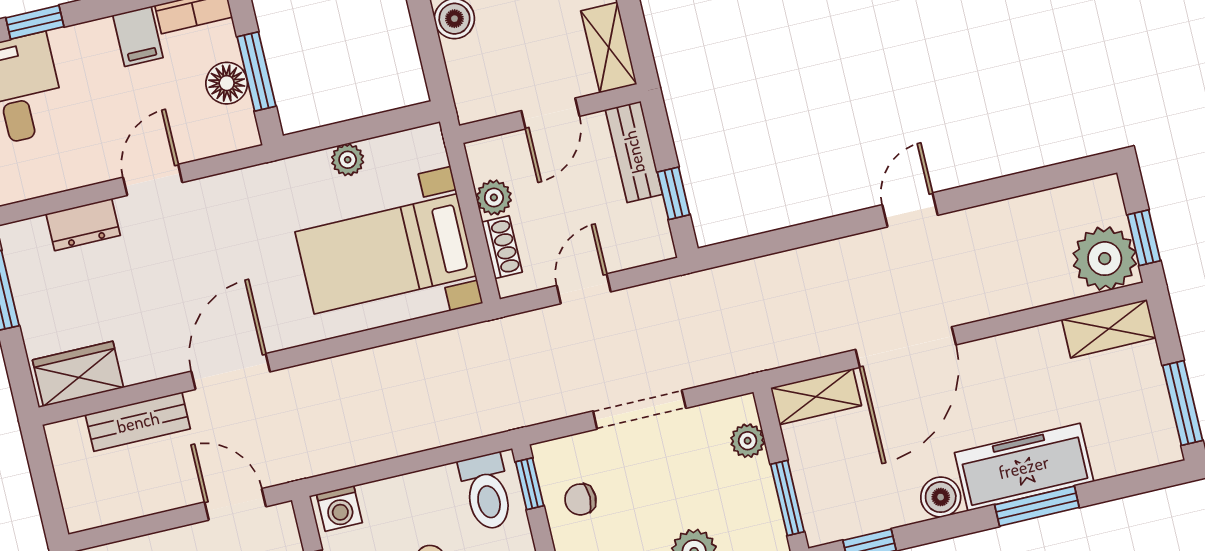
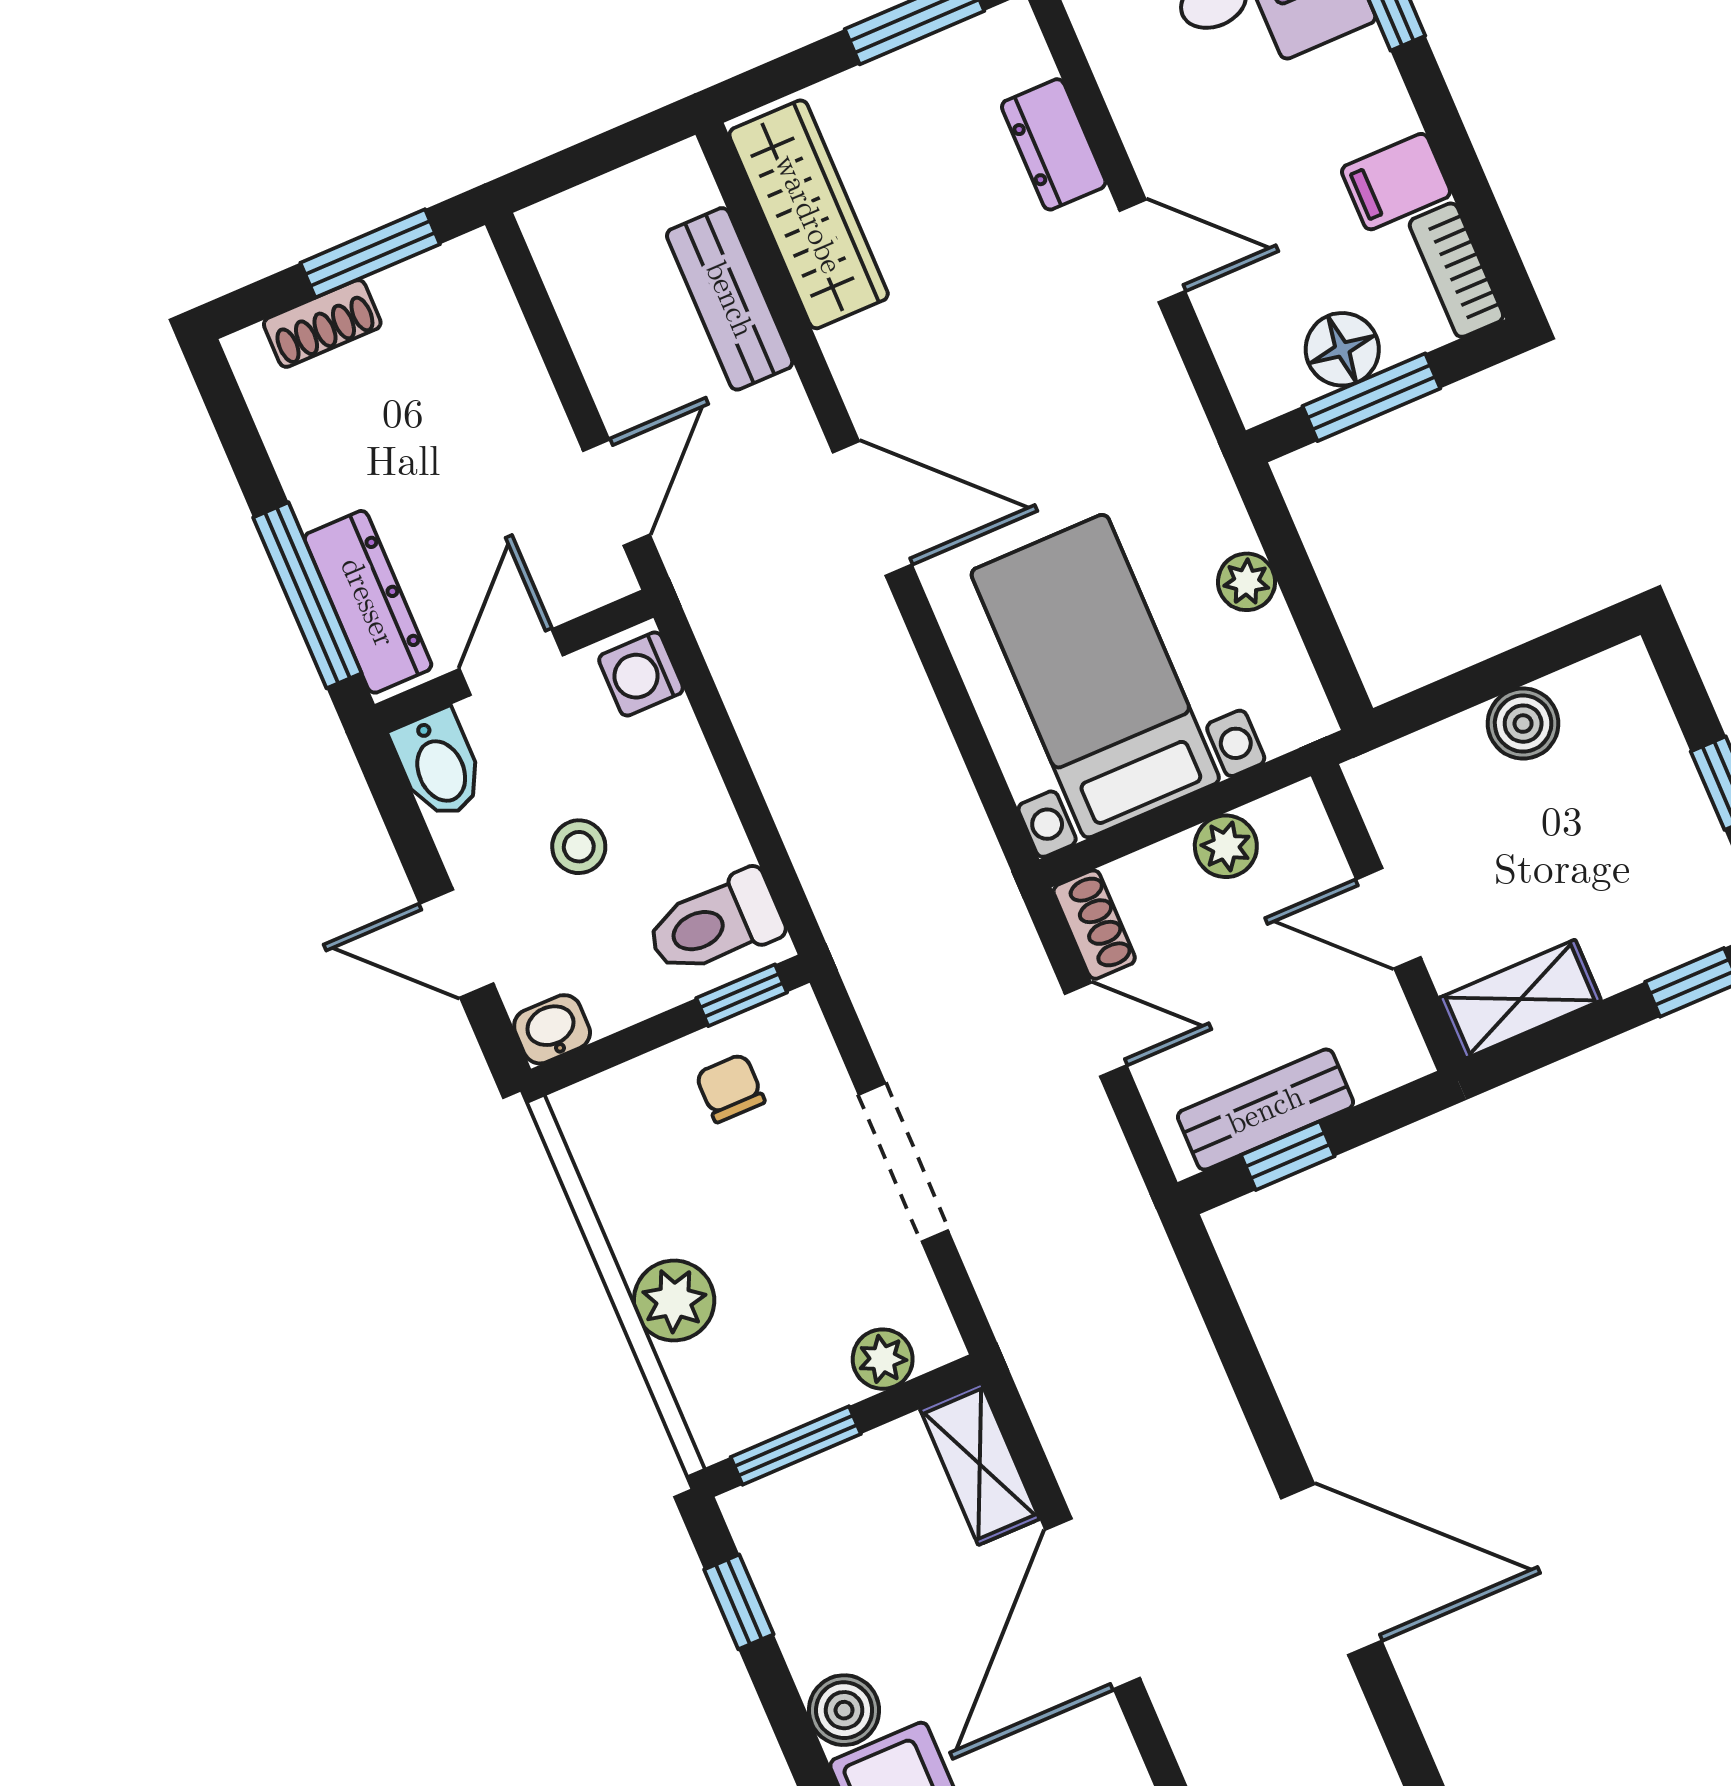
bench: (634, 152) -> (1265, 1110), moved
door: (910, 210) -> (1331, 1570), width x1.87
shoe rack: (502, 247) -> (1094, 925), moved, turned -90
door: (906, 347) -> (1093, 1604), hinge flipped
door: (231, 371) -> (872, 508), moved
wardrobe: (78, 374) -> (809, 214), width x1.50

